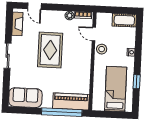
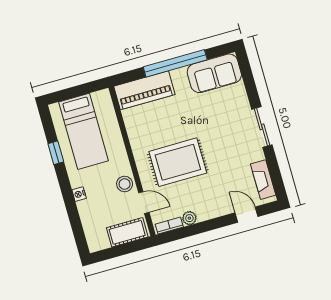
cot: (124, 20) -> (127, 232), moved
rug: (50, 50) -> (178, 162), moved, turned 90
window: (62, 112) -> (175, 63), moved

